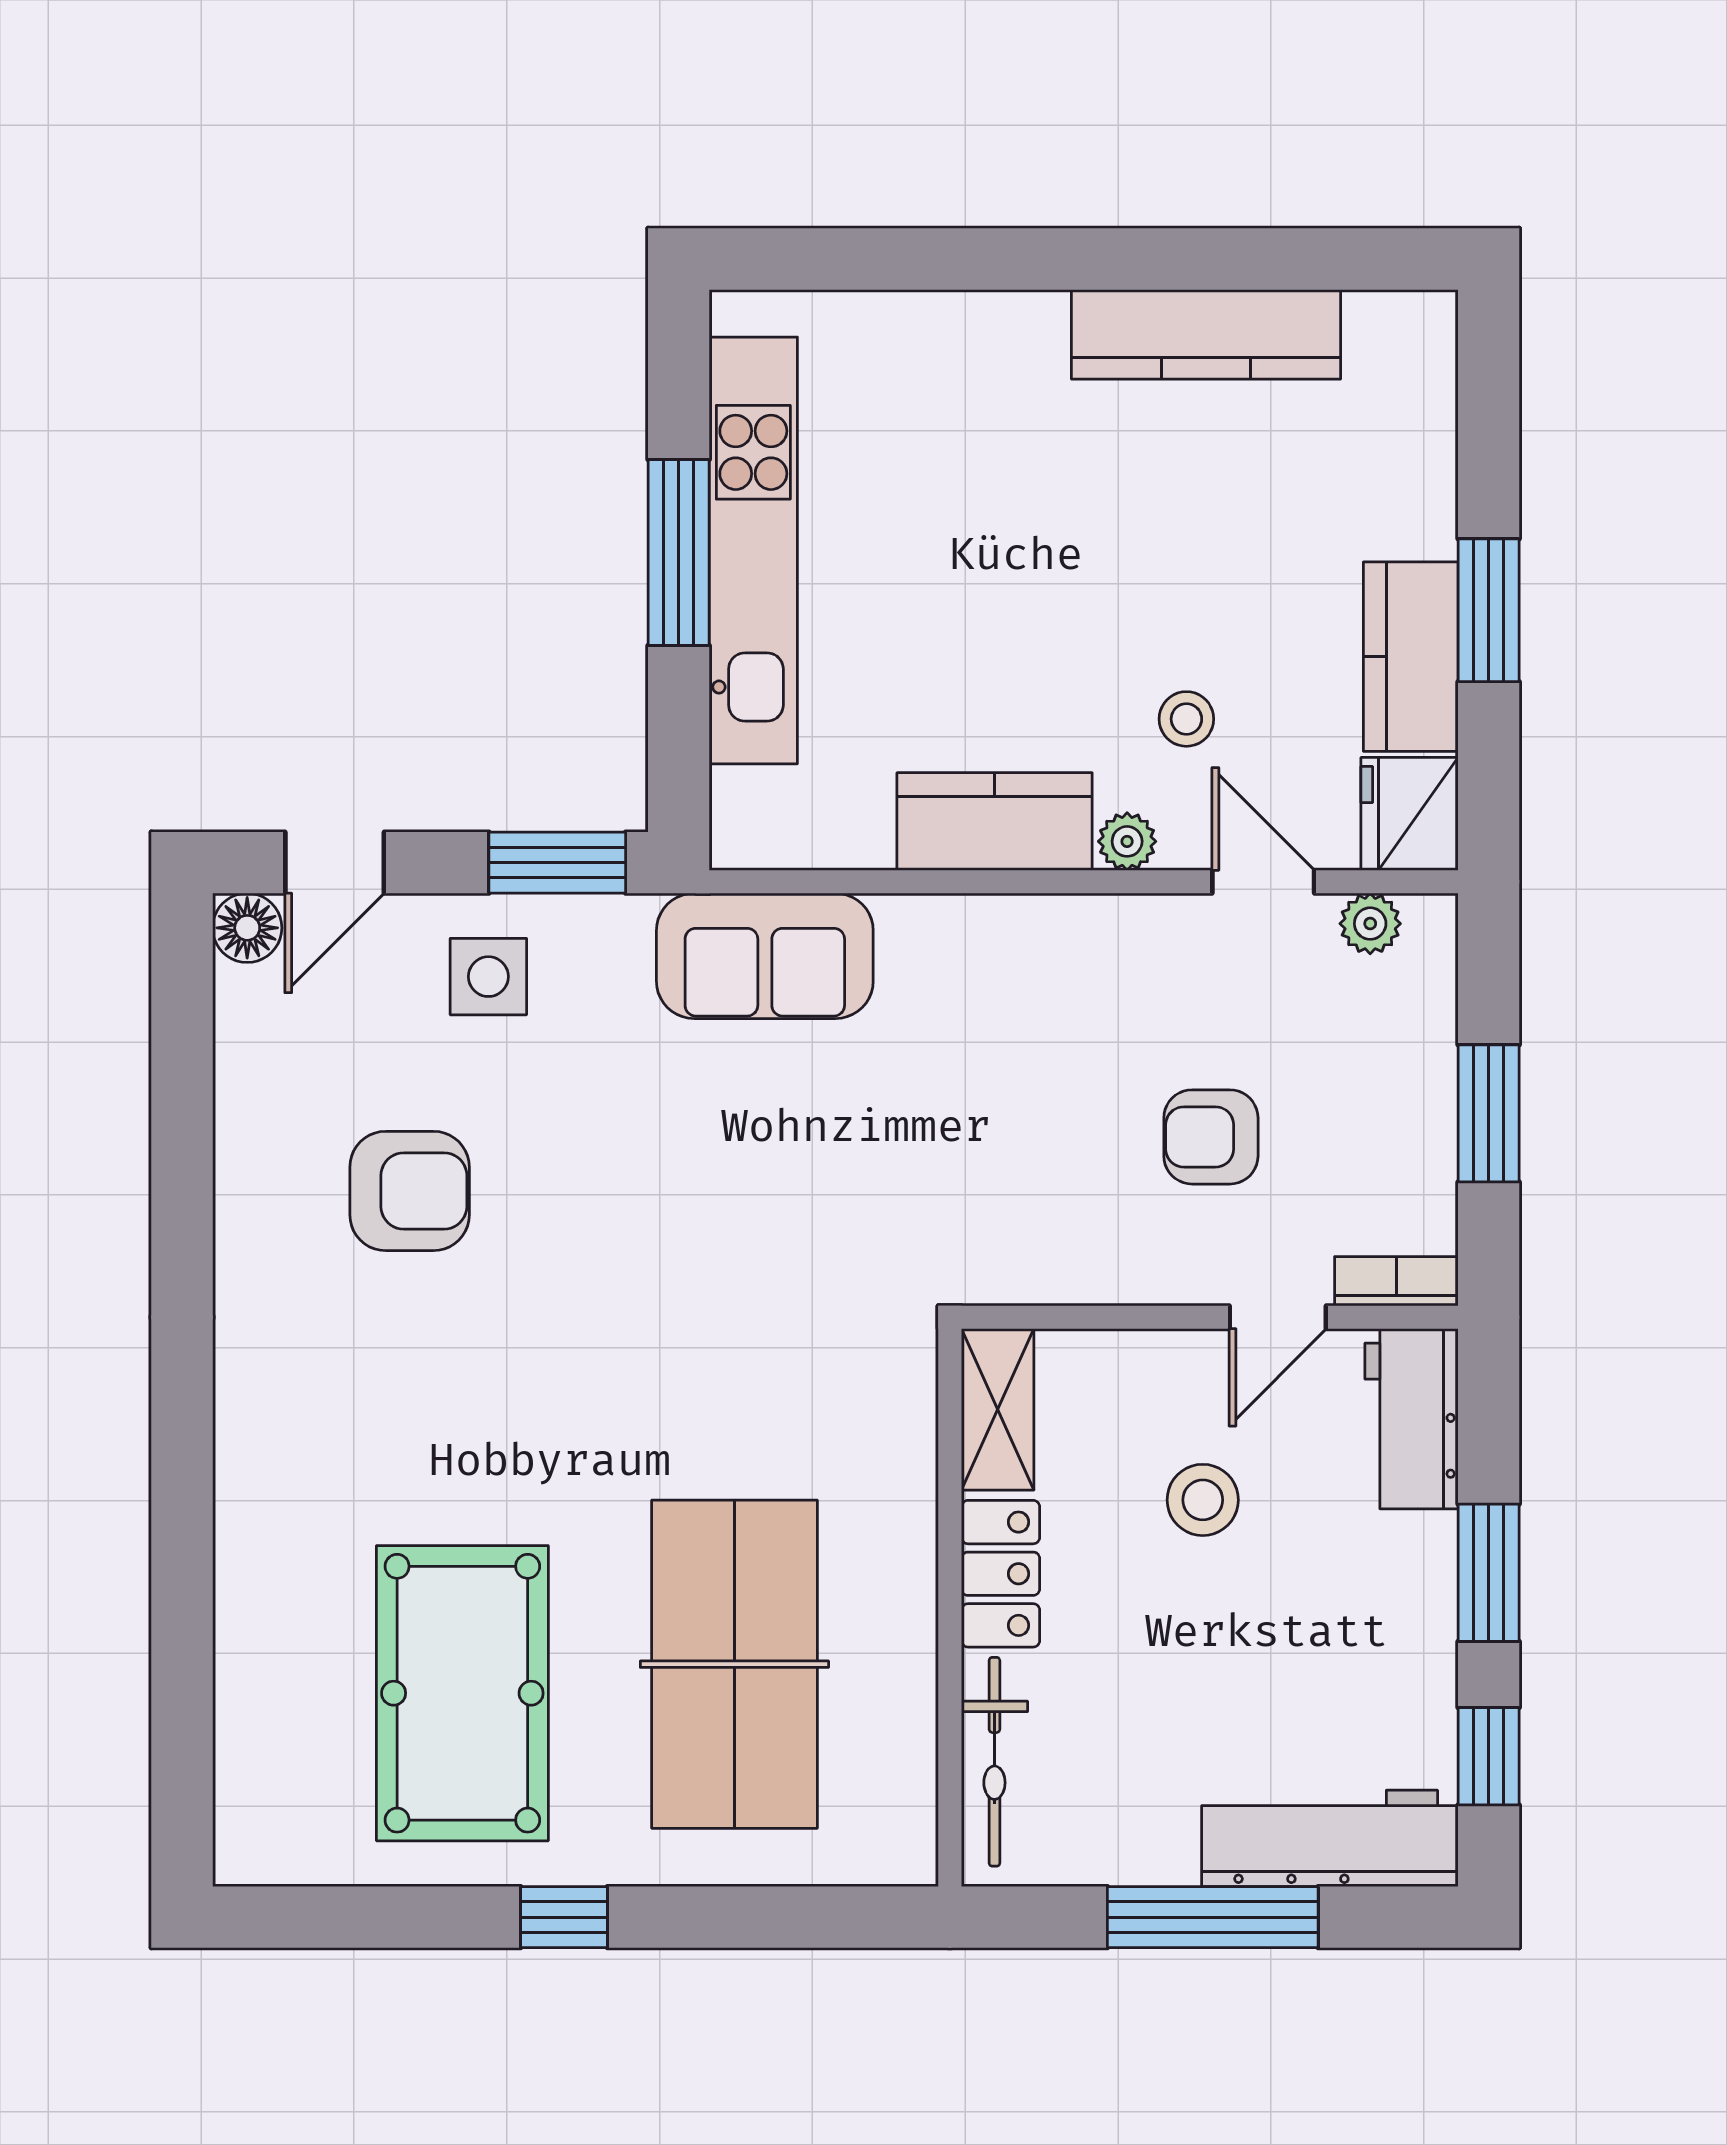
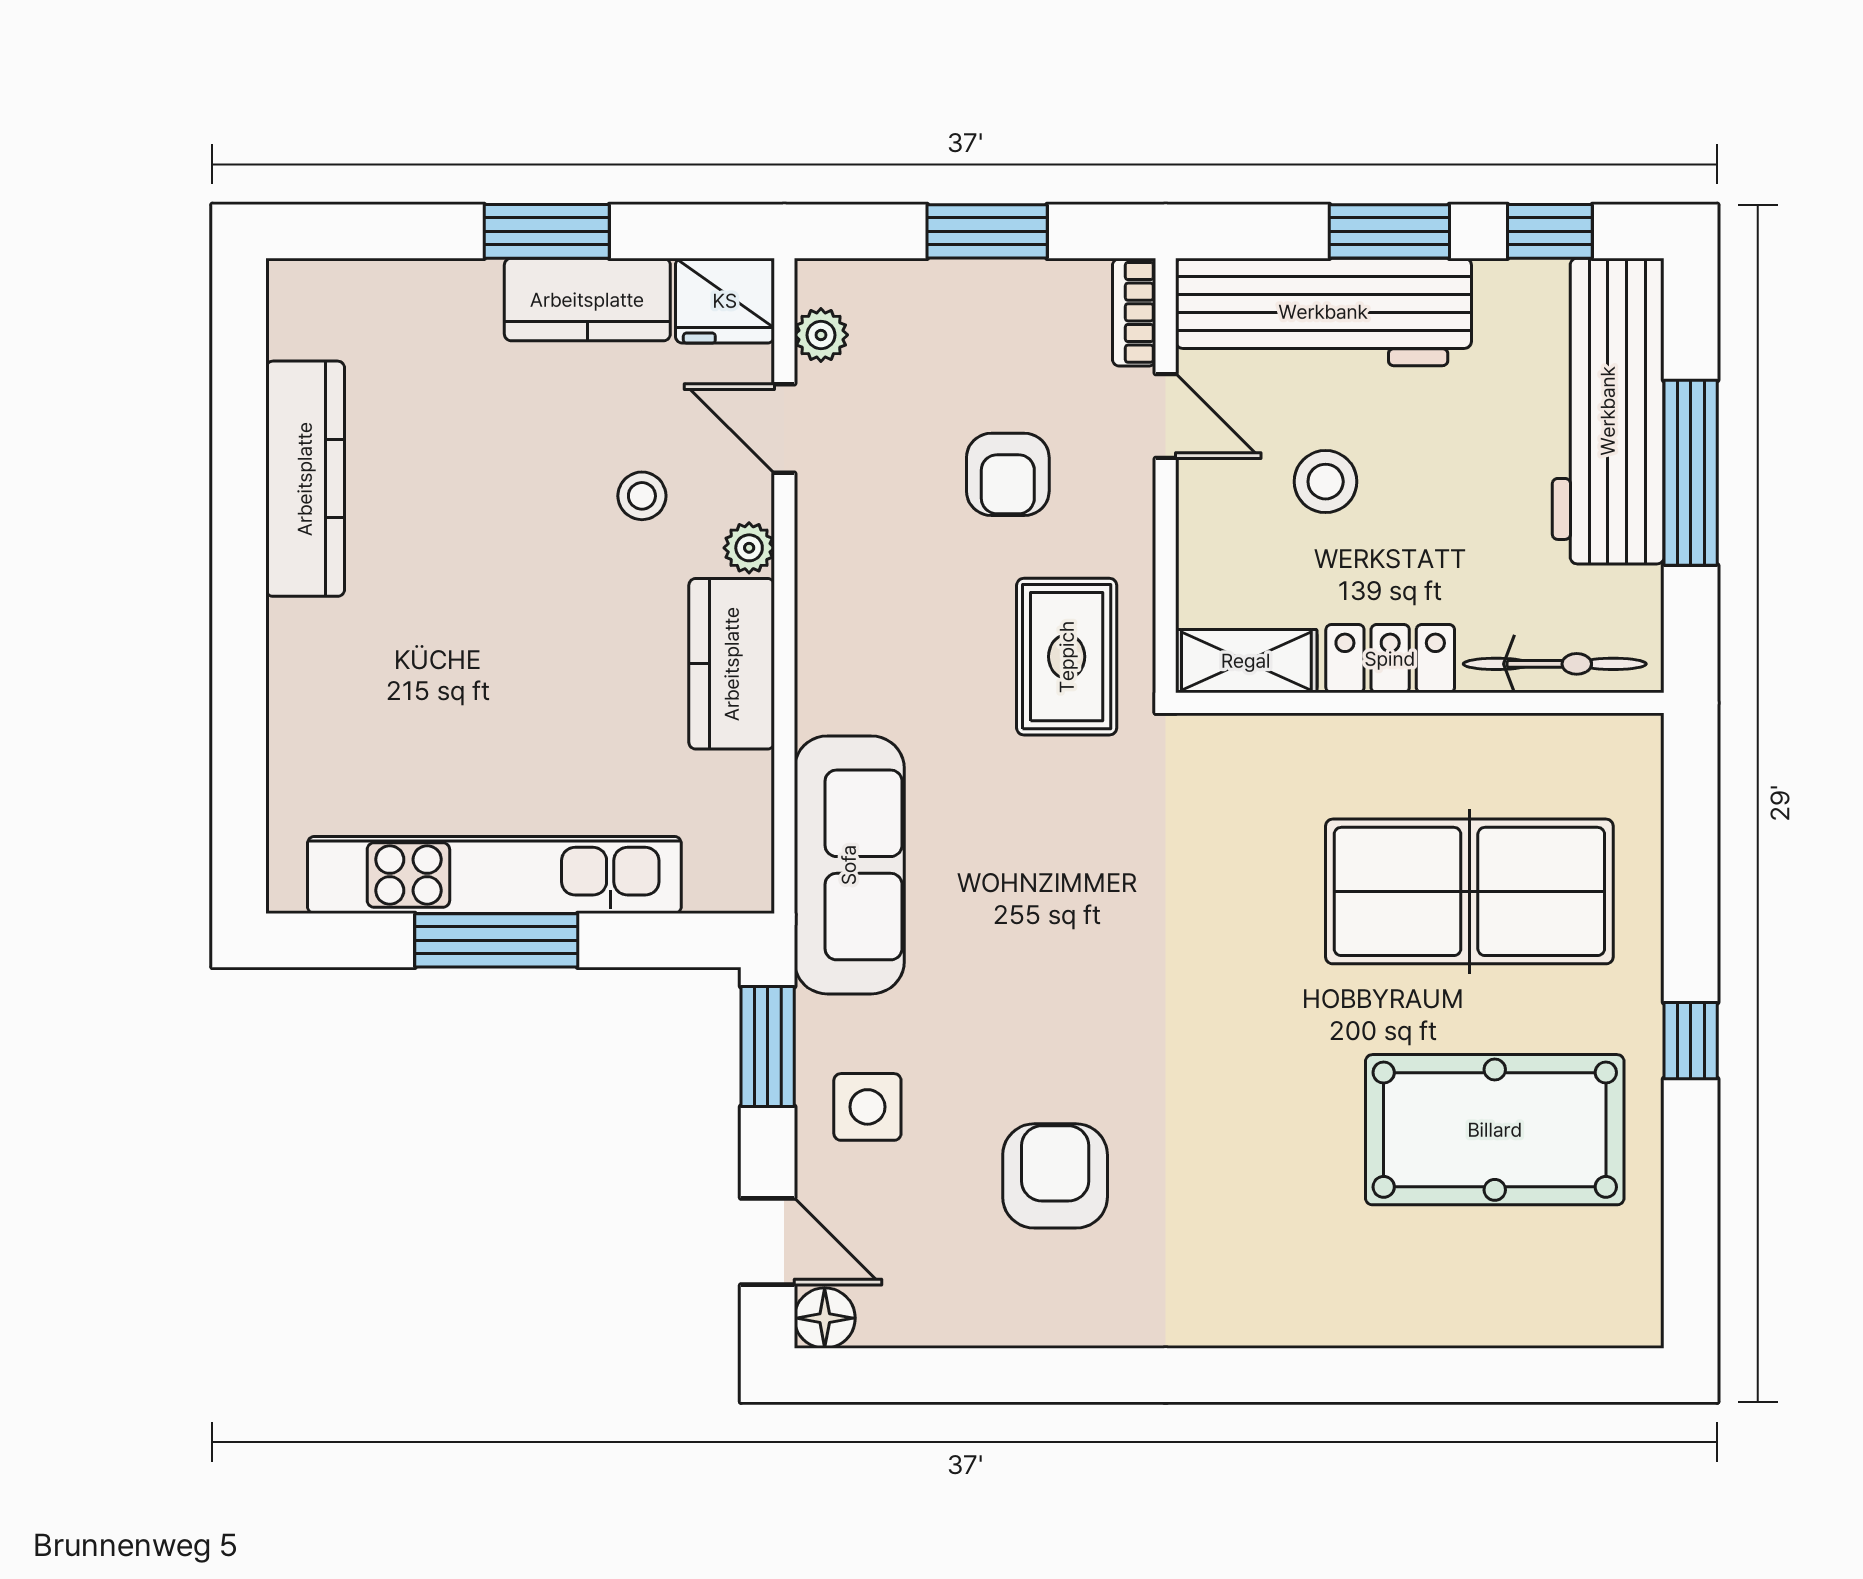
door: (1263, 882) -> (784, 429), hinge flipped
sofa: (765, 956) -> (849, 865), width x1.36
rug: (1003, 1204) -> (1067, 657), added
workbench: (1412, 1419) -> (1323, 312), width x1.88, depth x1.32
workbench: (1330, 1838) -> (1608, 411), width x1.36, depth x1.32

